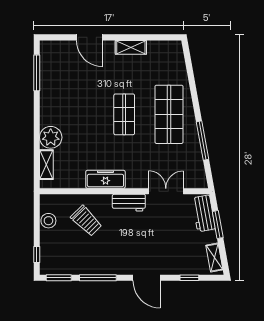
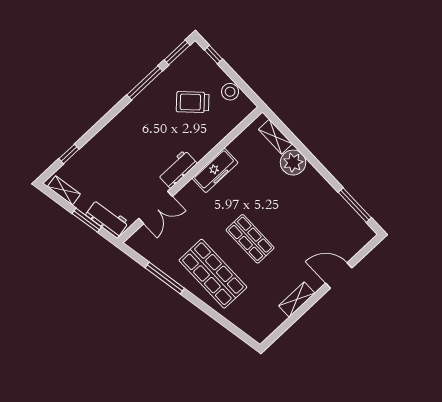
trolley: (86, 221) -> (193, 102), moved
door: (147, 278) -> (104, 121), removed

